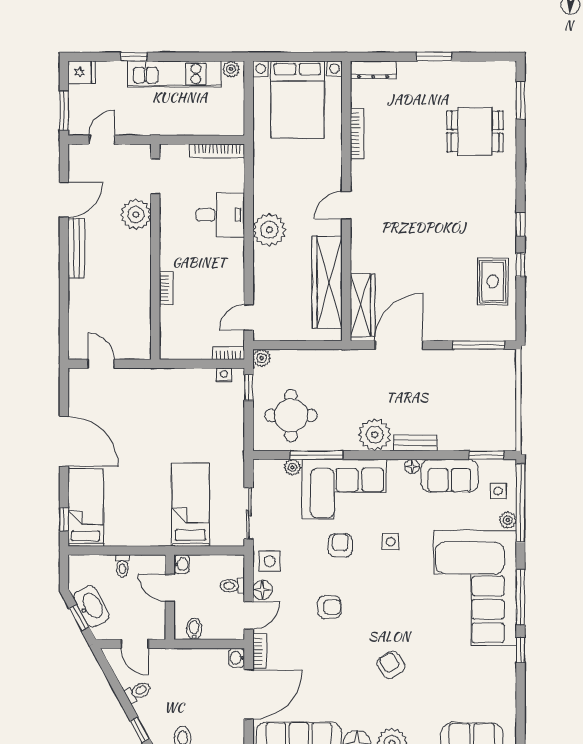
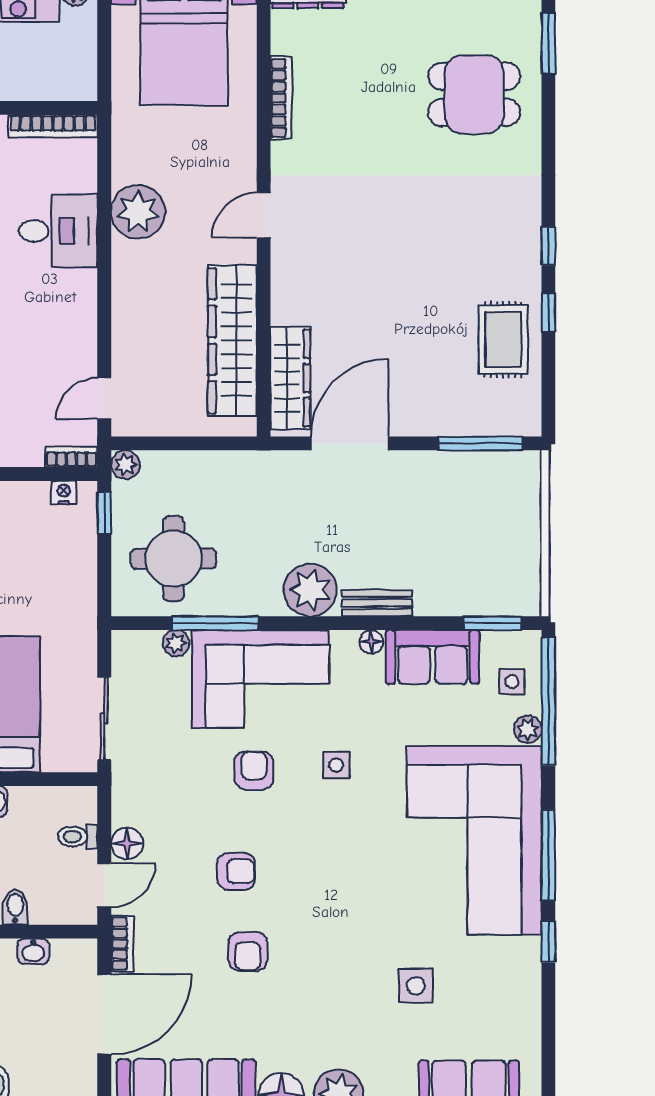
plant: (269, 230) -> (138, 212), moved
side table: (270, 561) -> (416, 986), moved
washbasin: (237, 658) -> (33, 951), moved, turned -90
armchair: (391, 665) -> (248, 952), moved, turned -148

